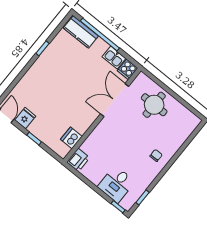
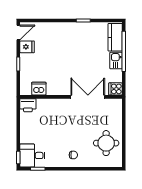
kitchen sink: (114, 58) -> (116, 61), moved
round table: (154, 105) -> (106, 143), moved
desk: (116, 184) -> (32, 155), moved

